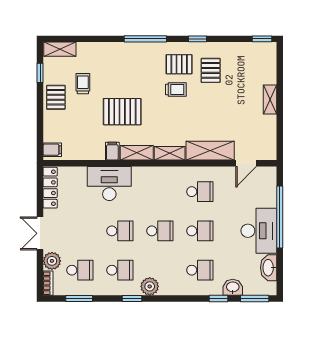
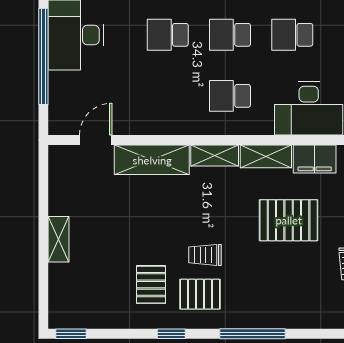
filing cabinet: (112, 151) -> (315, 159), width x2.00
school desk: (200, 192) -> (230, 96), moved

